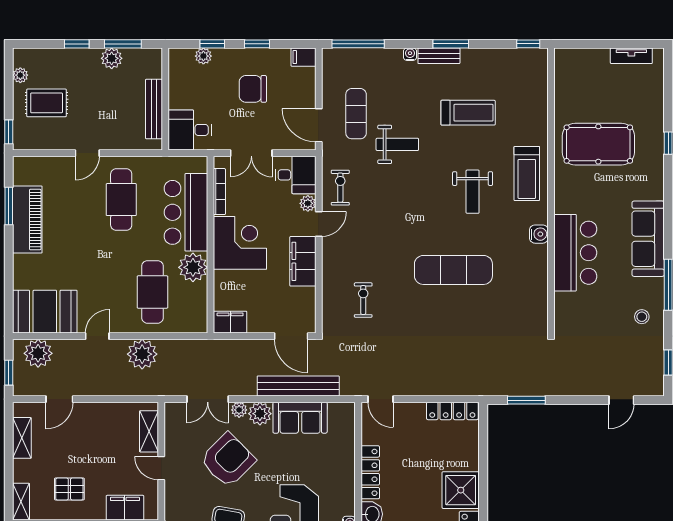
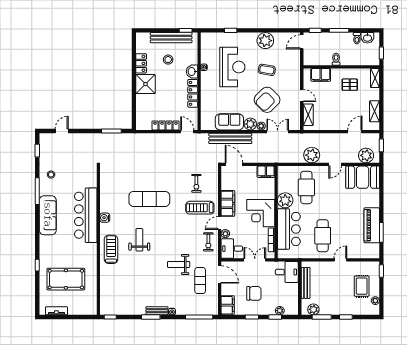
filing cabinet: (303, 57) -> (228, 305), width x2.00
plant: (112, 58) -> (313, 309), moved
rug: (47, 103) -> (362, 286), turned 90
treadmill: (468, 113) -> (200, 208), moved
pool table: (598, 144) -> (66, 279), moved
bar counter: (575, 253) -> (86, 215), width x1.36
locker: (452, 411) -> (165, 125), moved

